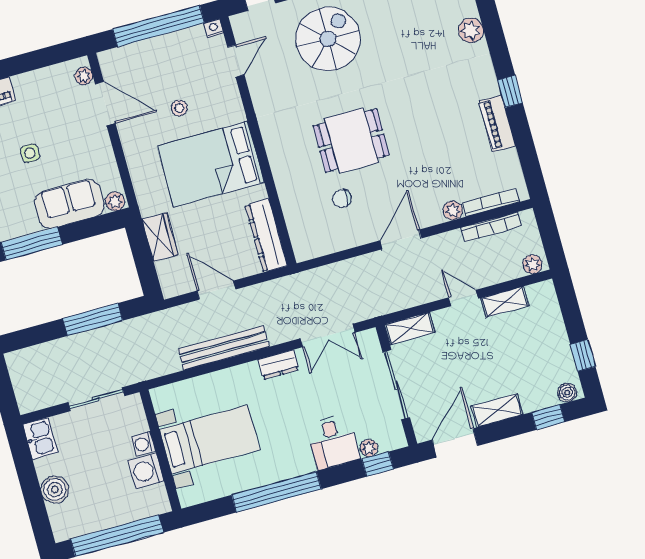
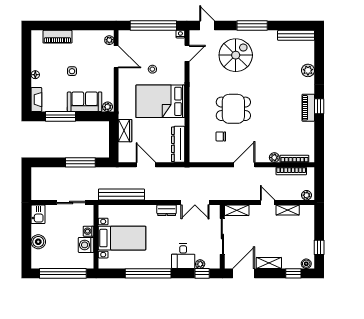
piano: (497, 123) -> (308, 108), moved
bench: (224, 348) -> (121, 194), moved

